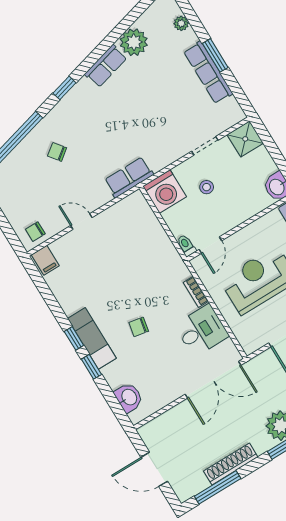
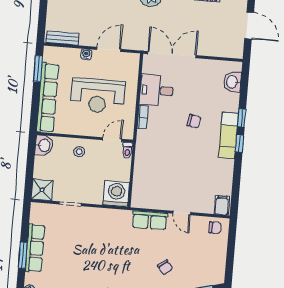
row of seats: (129, 177) -> (150, 220), moved
stool: (207, 187) -> (79, 152), moved

